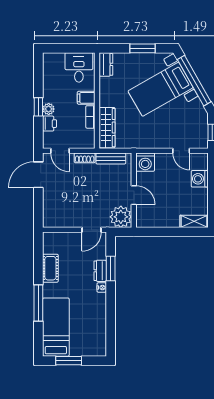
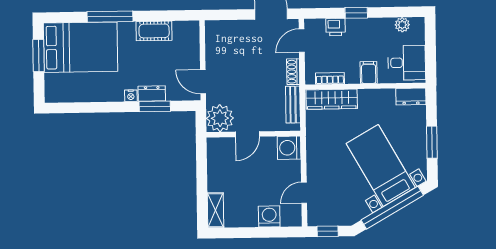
plant: (49, 109) -> (402, 25), moved
bookcase: (90, 117) -> (330, 78), moved
bed: (56, 327) -> (80, 47), width x1.50

